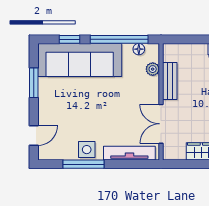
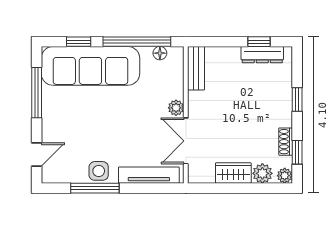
plant: (153, 69) -> (176, 108), moved
bench: (170, 81) -> (196, 68), moved
window: (34, 83) -> (37, 93), width x1.44

